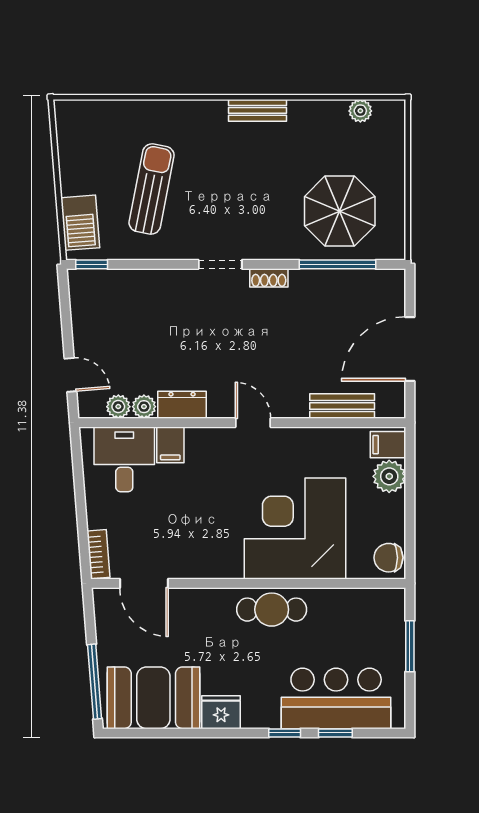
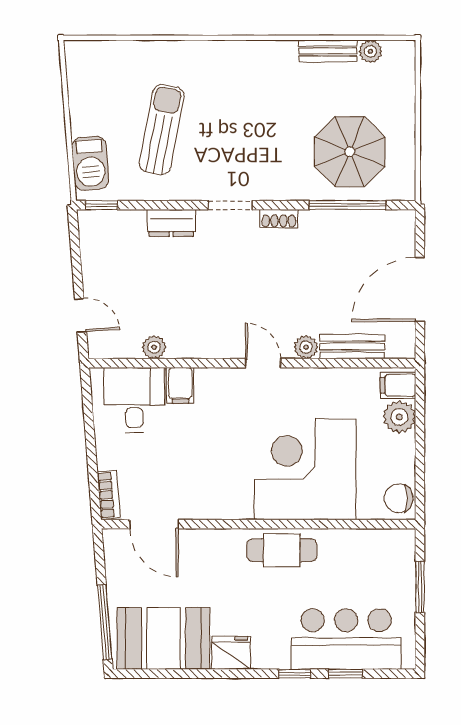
bench: (258, 110) -> (328, 51), moved
dresser: (182, 405) -> (171, 223), moved, turned 180
plant: (118, 407) -> (306, 347), moved

